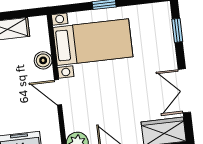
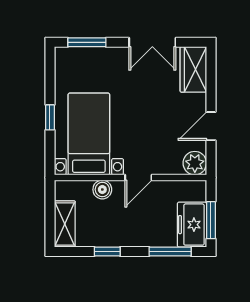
window: (177, 30) -> (87, 42), width x1.50

